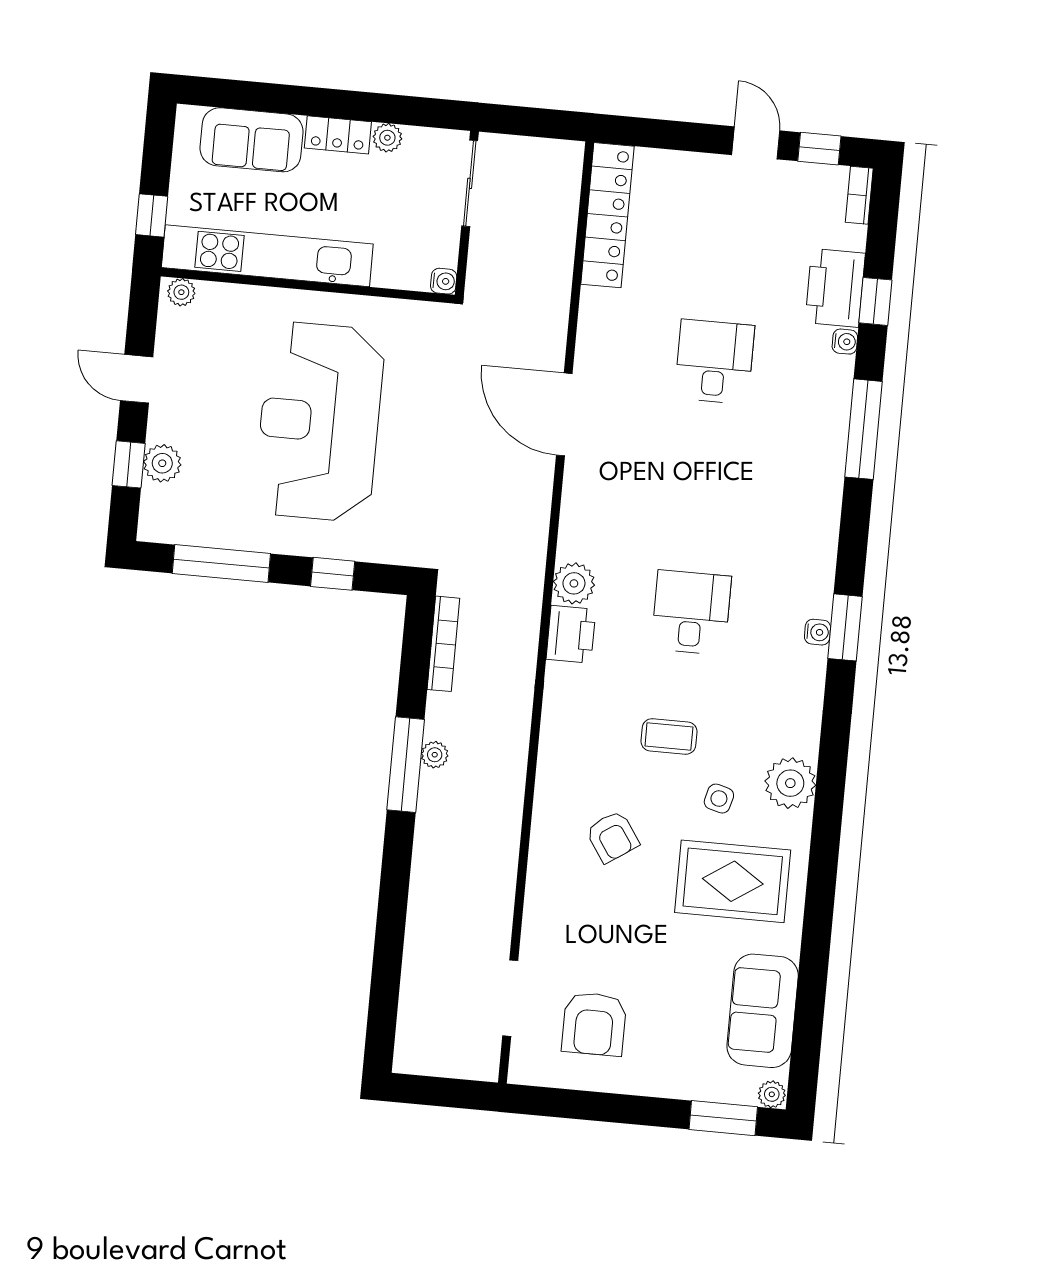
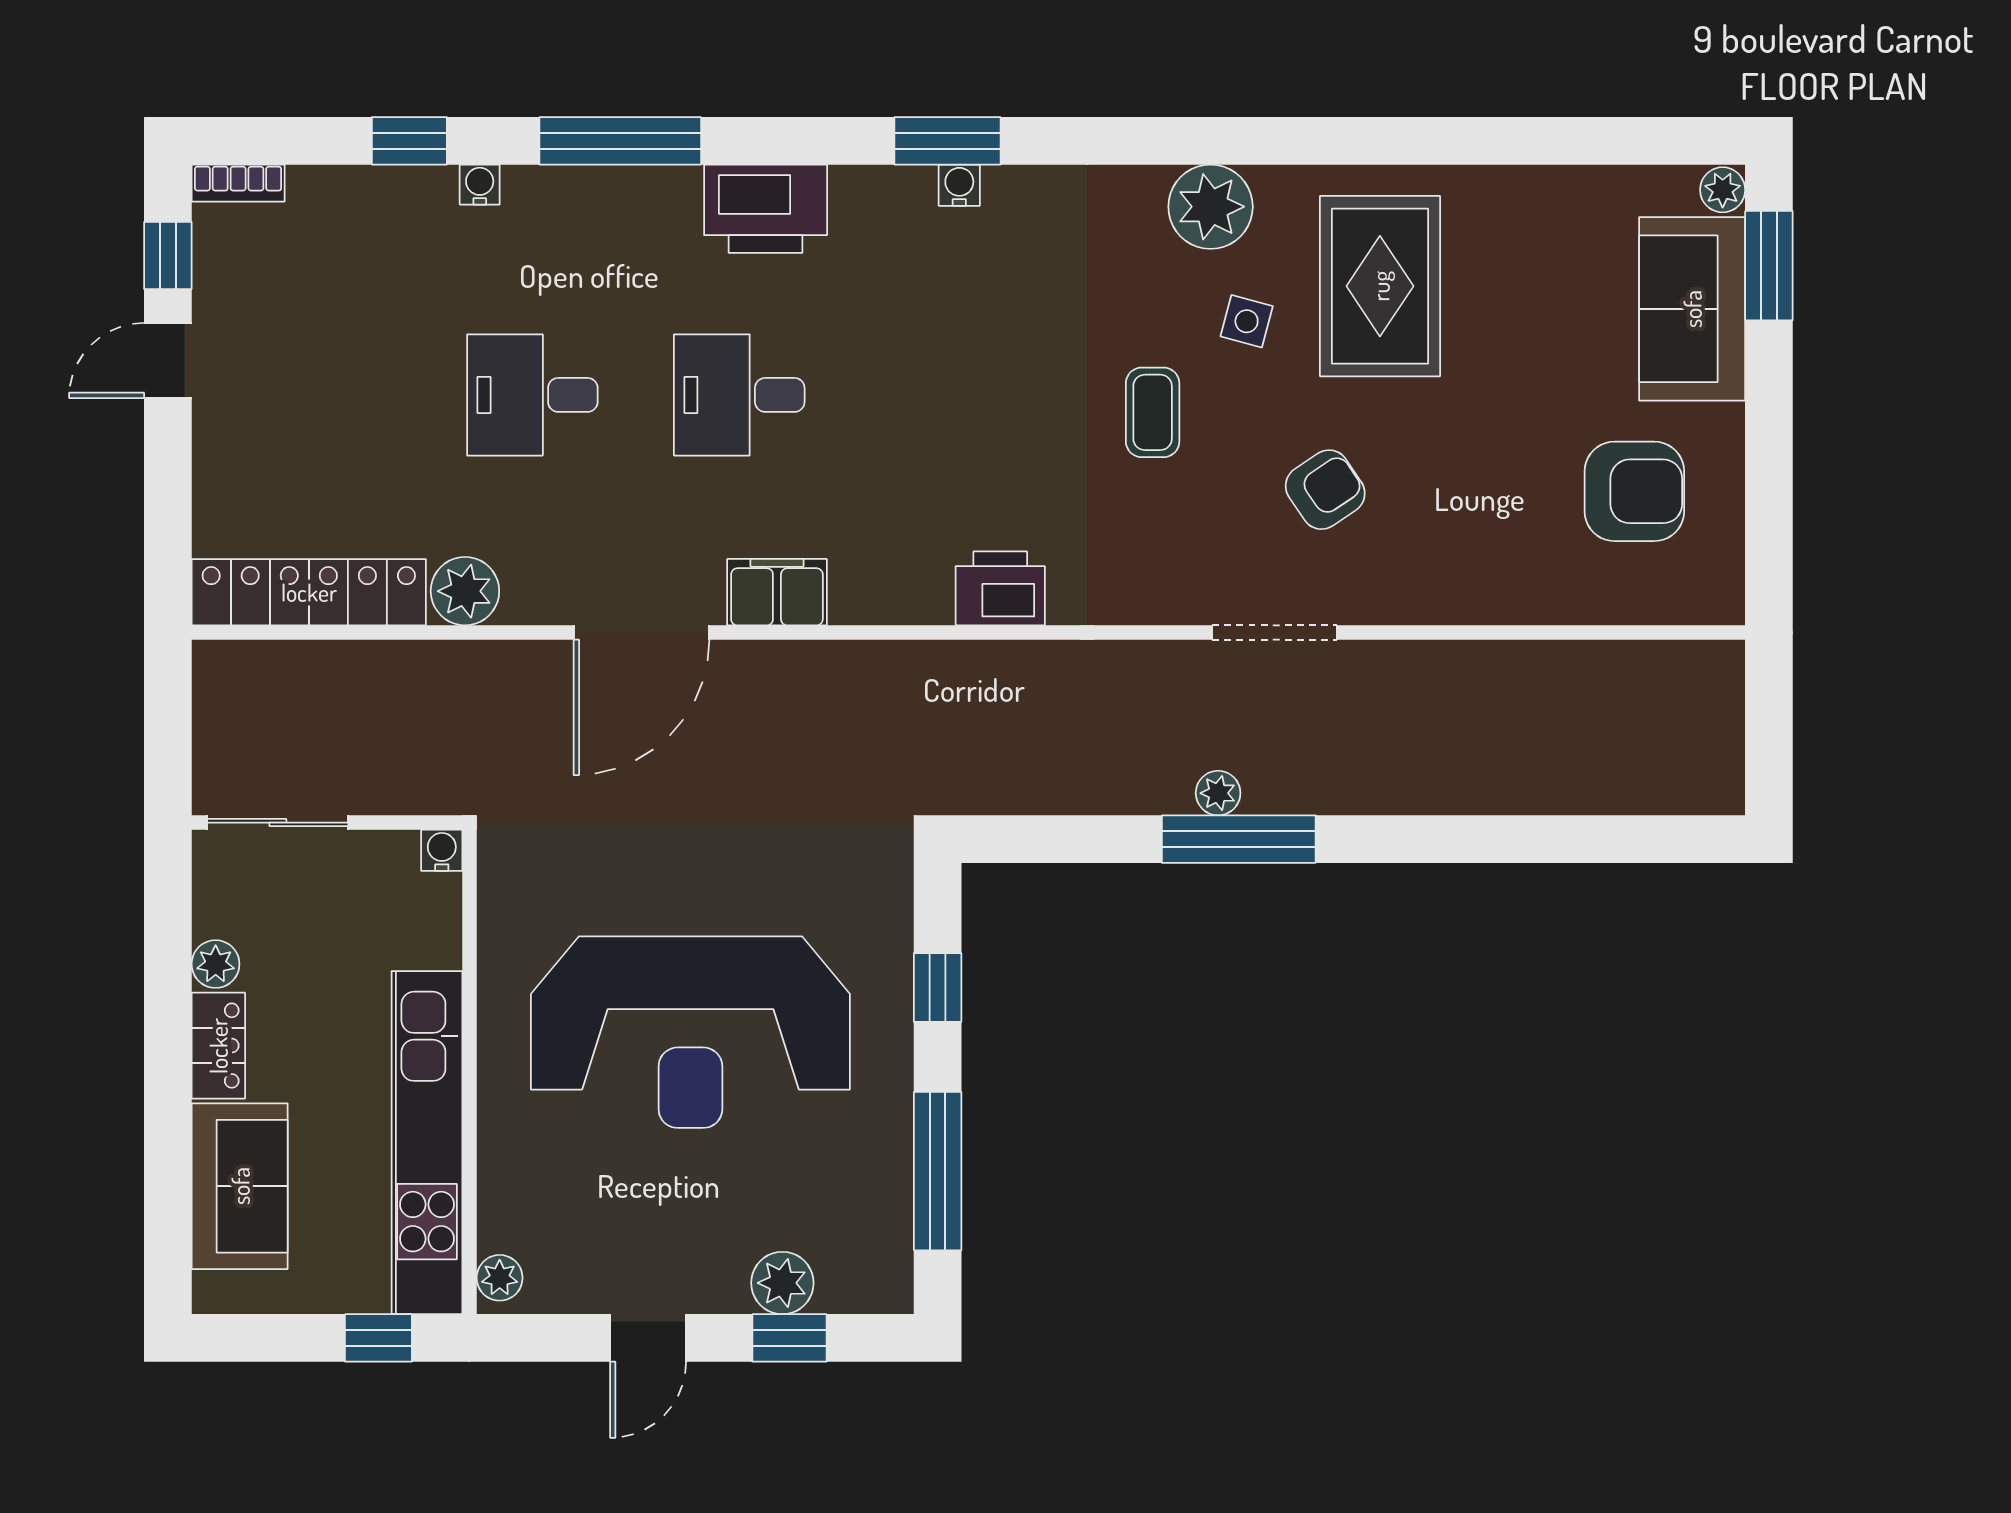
printer: (835, 288) -> (766, 209), moved
filing cabinet: (581, 499) -> (777, 592), added
plant: (574, 583) -> (465, 591), moved
desk: (691, 612) -> (739, 395), moved
bookcase: (443, 644) -> (1035, 796), removed
doorway: (510, 998) -> (1275, 632), moved
sofa: (763, 1011) -> (1692, 309), moved, turned 90

